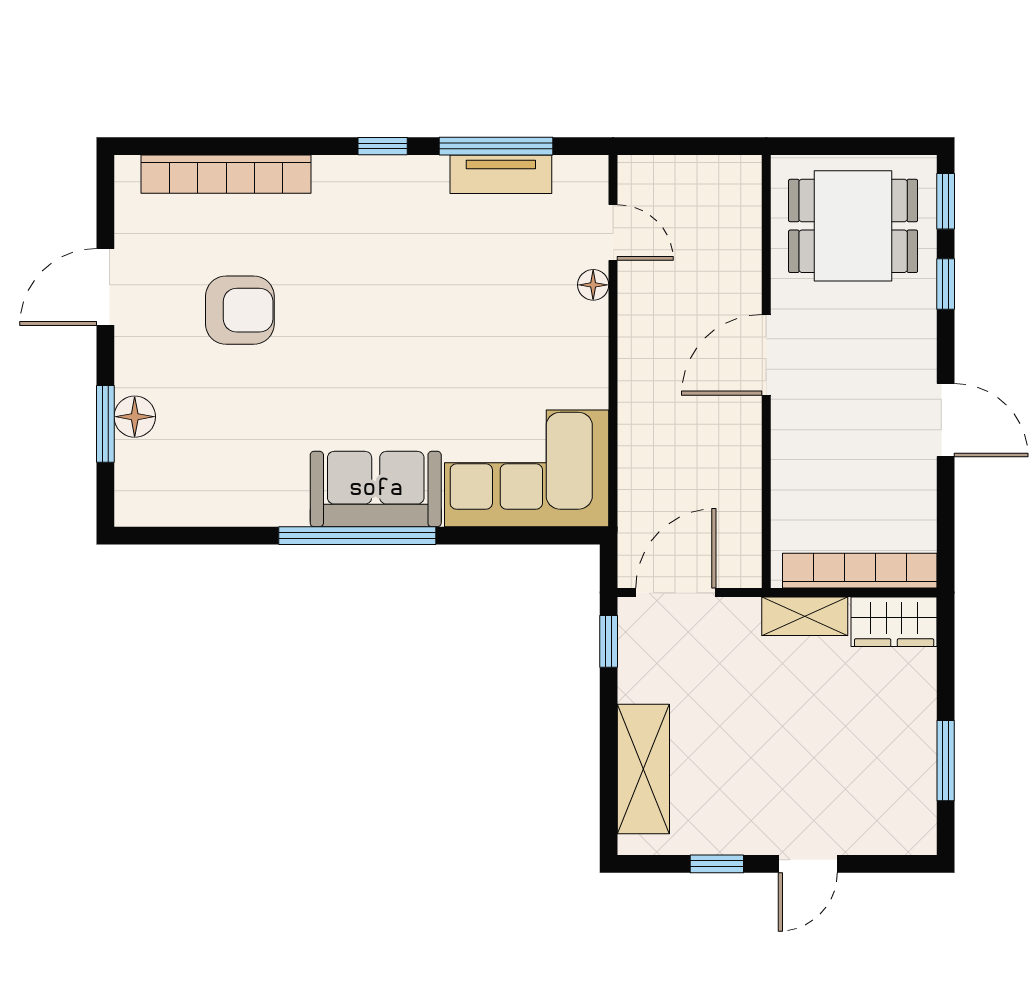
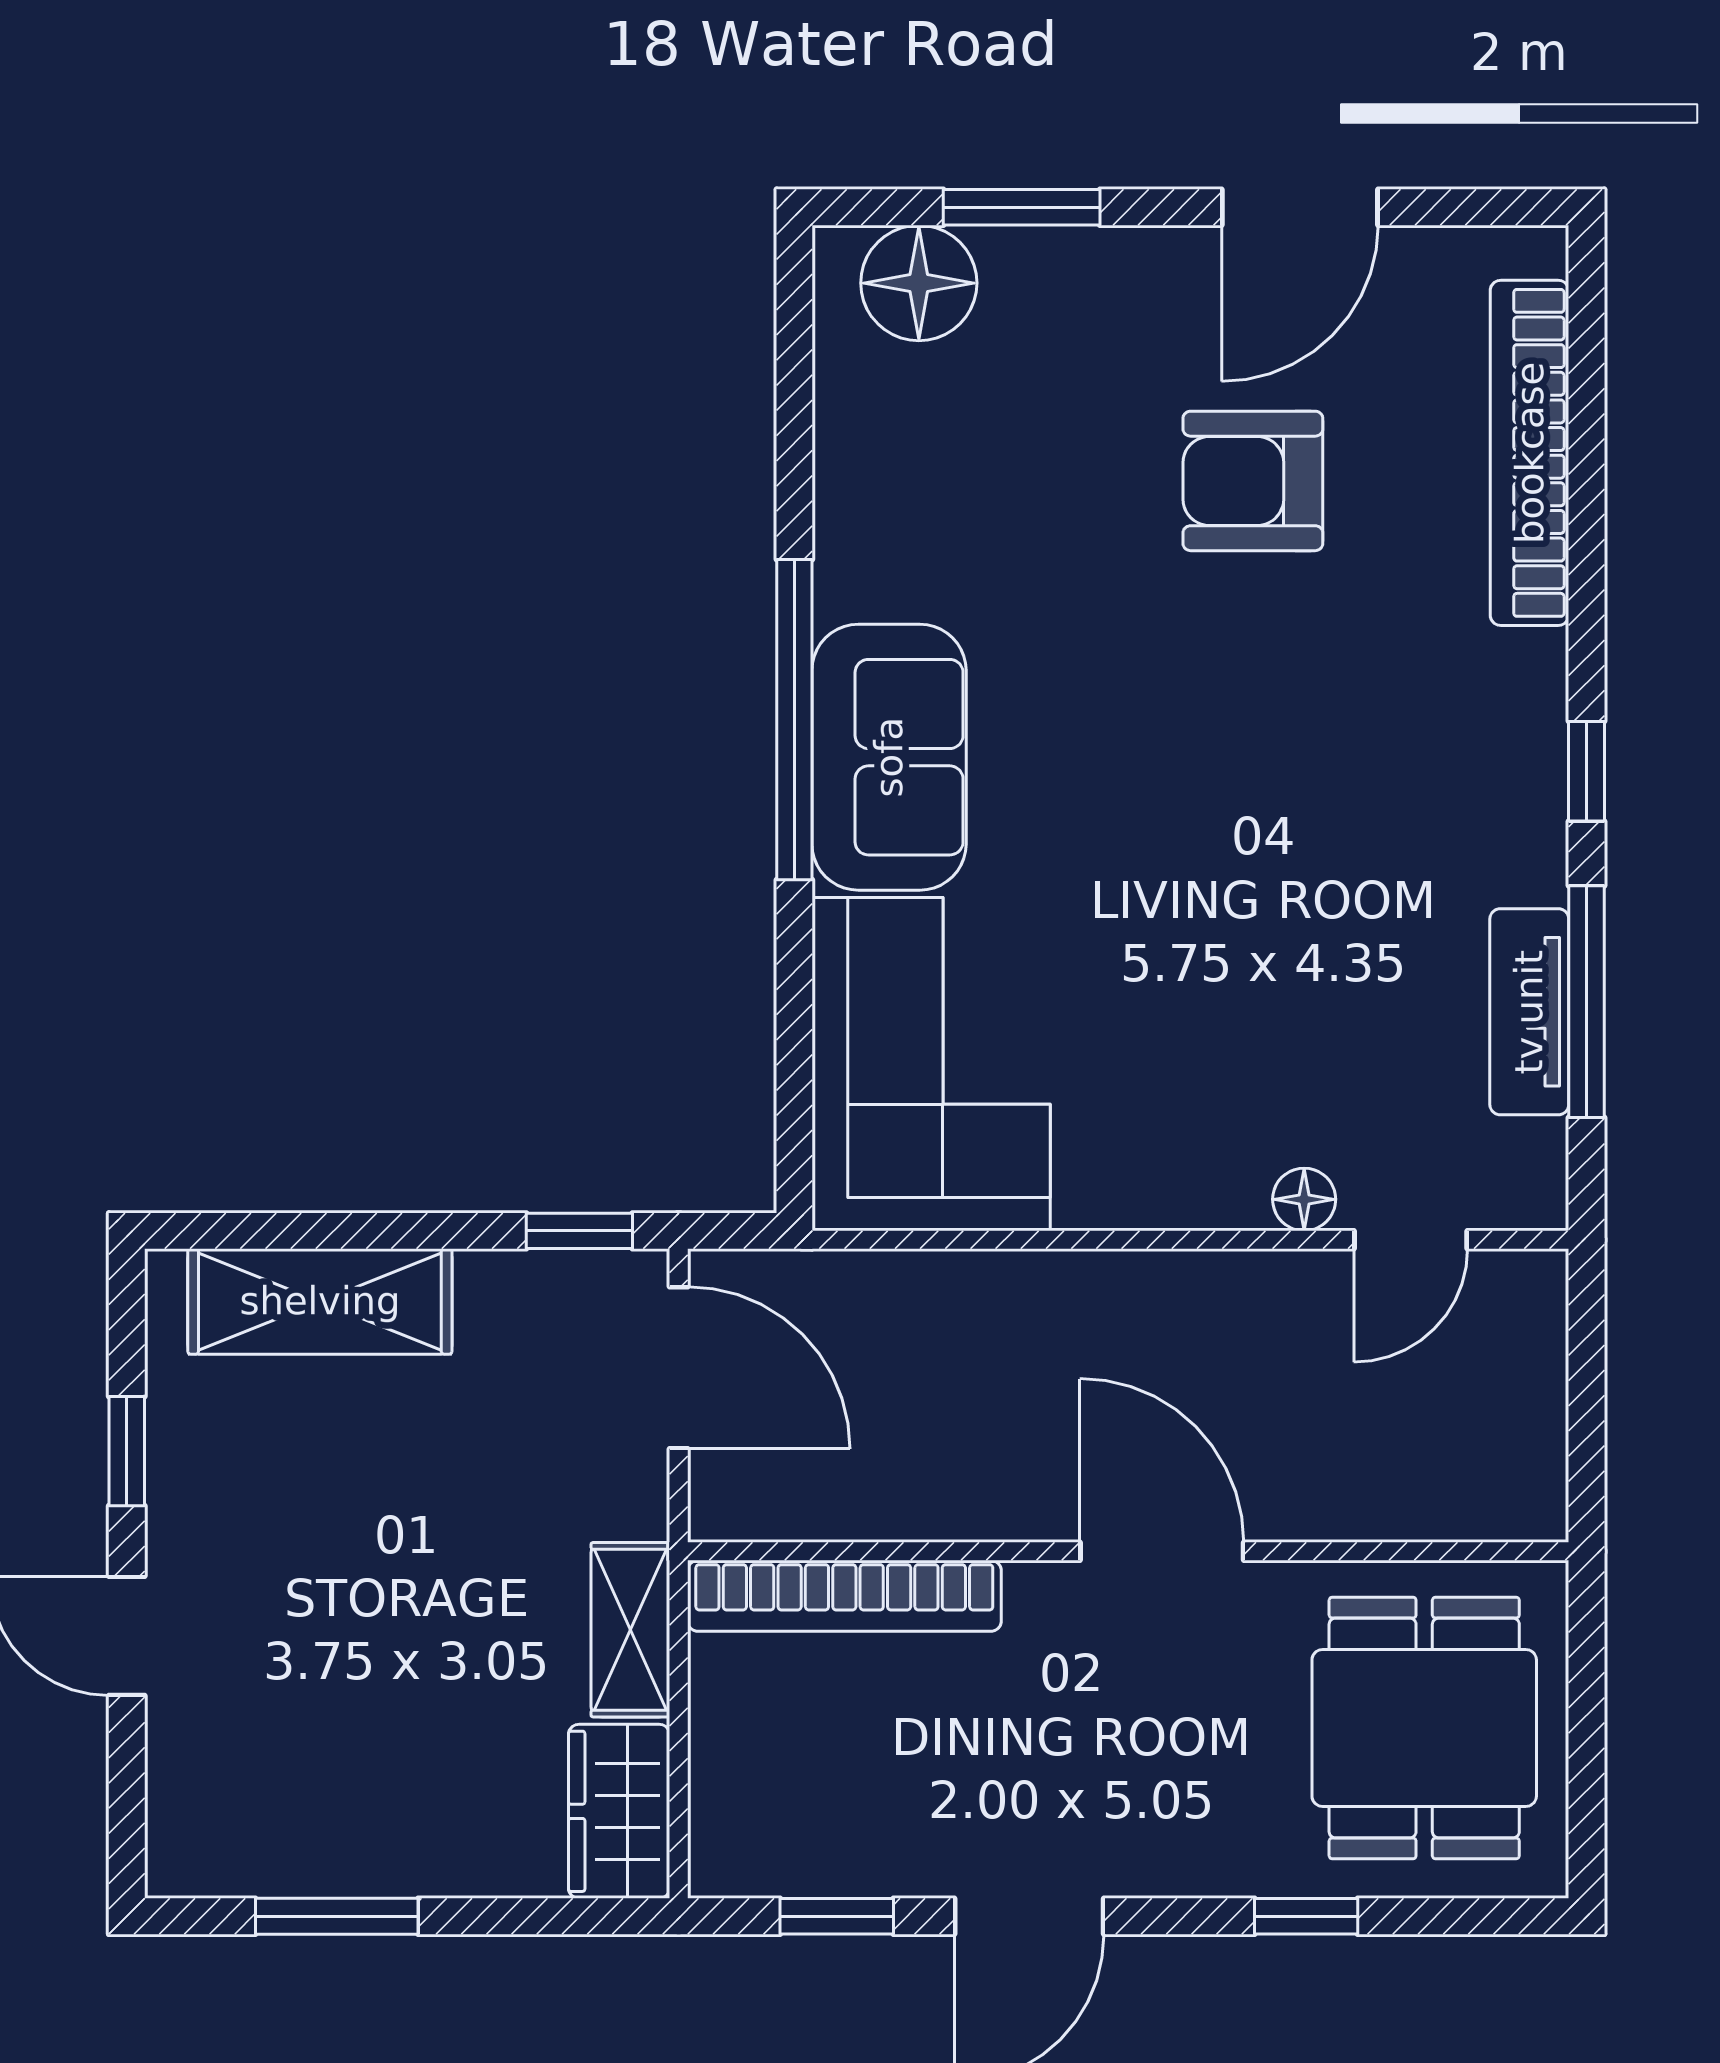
window: (946, 201) -> (837, 1916), moved
door: (105, 287) -> (1300, 207), swing flipped
armchair: (240, 310) -> (1253, 481), turned 90
floor lamp: (135, 417) -> (919, 283), moved, width x1.38, depth x1.38
bookcase: (860, 571) -> (844, 1596), moved, turned 90

